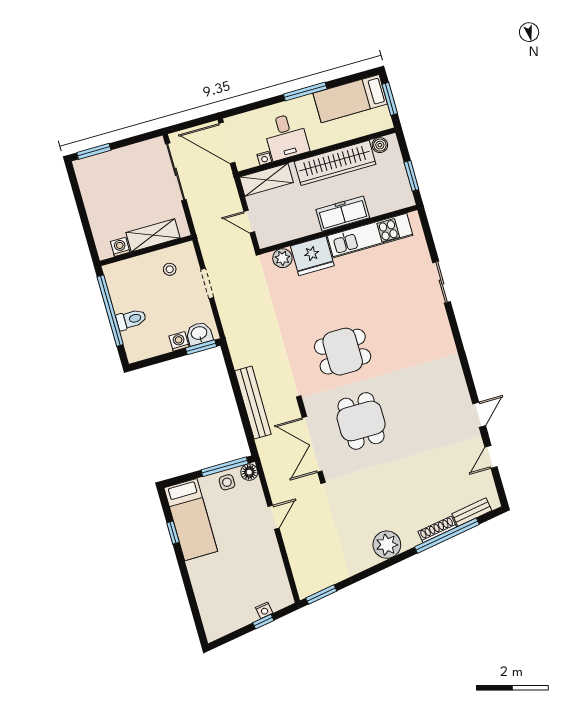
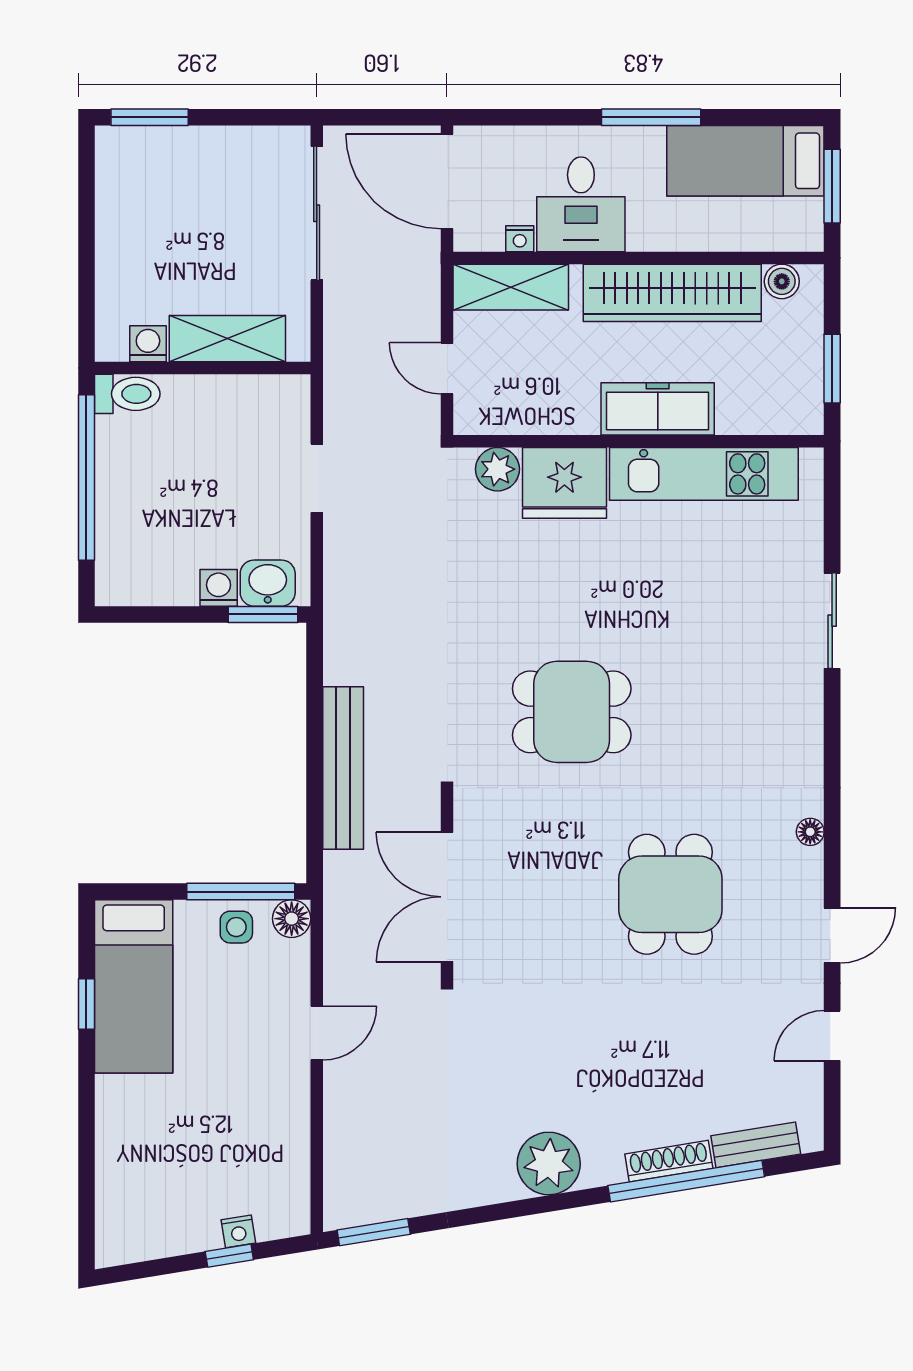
stool: (170, 269) -> (243, 424), removed
toilet: (131, 319) -> (127, 394), moved
floor lamp: (457, 374) -> (810, 832), added
dining table: (361, 421) -> (670, 894), moved

